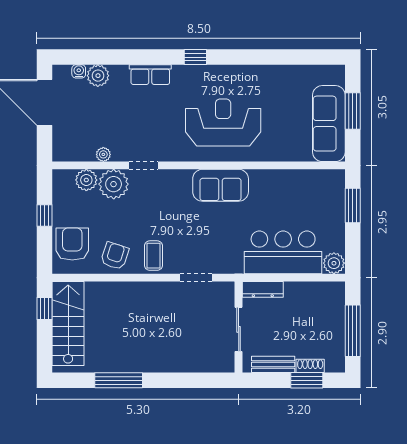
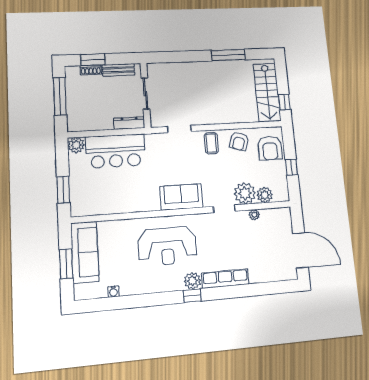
water cooler: (79, 71) -> (113, 292), moved
row of seats: (150, 75) -> (225, 279), width x1.48
plant: (98, 76) -> (192, 281), moved
sofa: (221, 185) -> (181, 197), moved

